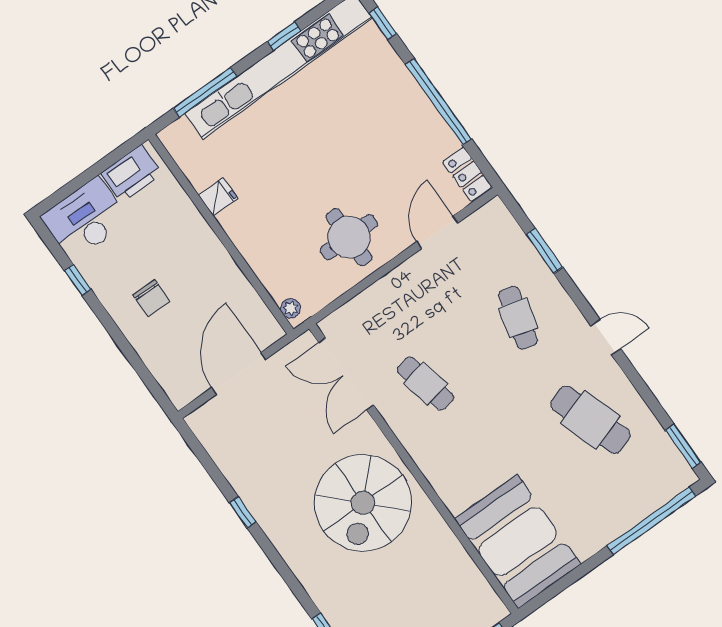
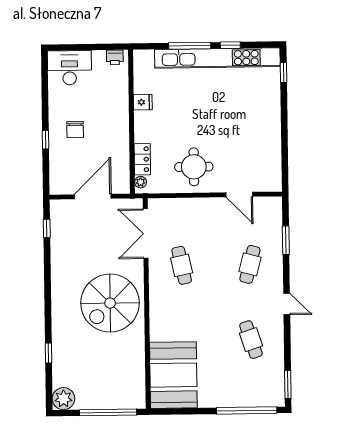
window: (205, 92) -> (190, 46), moved
window: (438, 102) -> (284, 130), removed
printer: (131, 174) -> (115, 57), width x0.53, depth x0.68
locker: (467, 174) -> (142, 159), moved, turned 180
door: (437, 232) -> (239, 195), swing flipped
window: (78, 280) -> (46, 140), moved
cafe table: (590, 420) -> (251, 340), width x0.73, depth x0.74
window: (243, 512) -> (47, 228), moved

